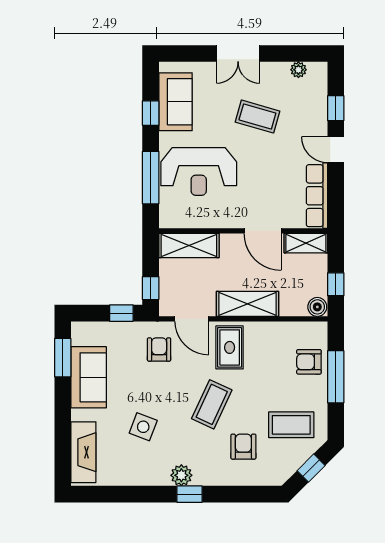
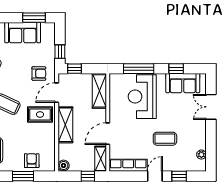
double door: (238, 54) -> (211, 107), moved
coffee table: (257, 117) -> (165, 139), moved, turned 74
window: (336, 284) -> (88, 176), moved
window: (336, 377) -> (23, 176), width x0.69

